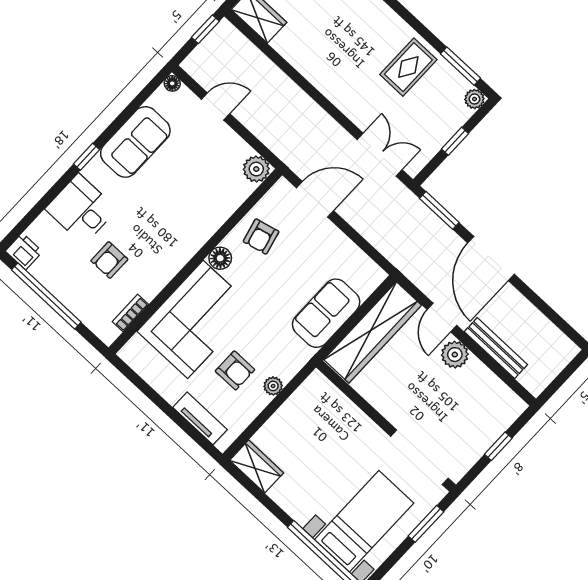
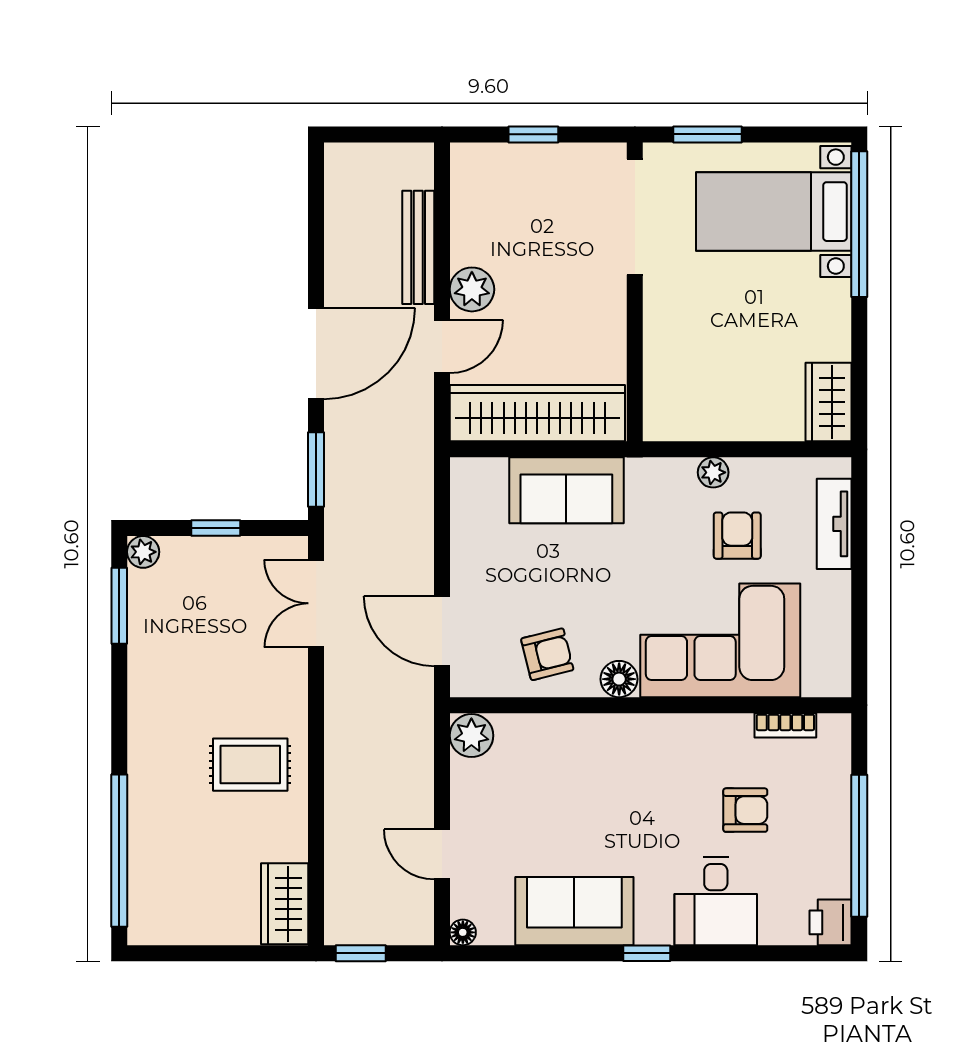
rug: (408, 67) -> (250, 765), moved

